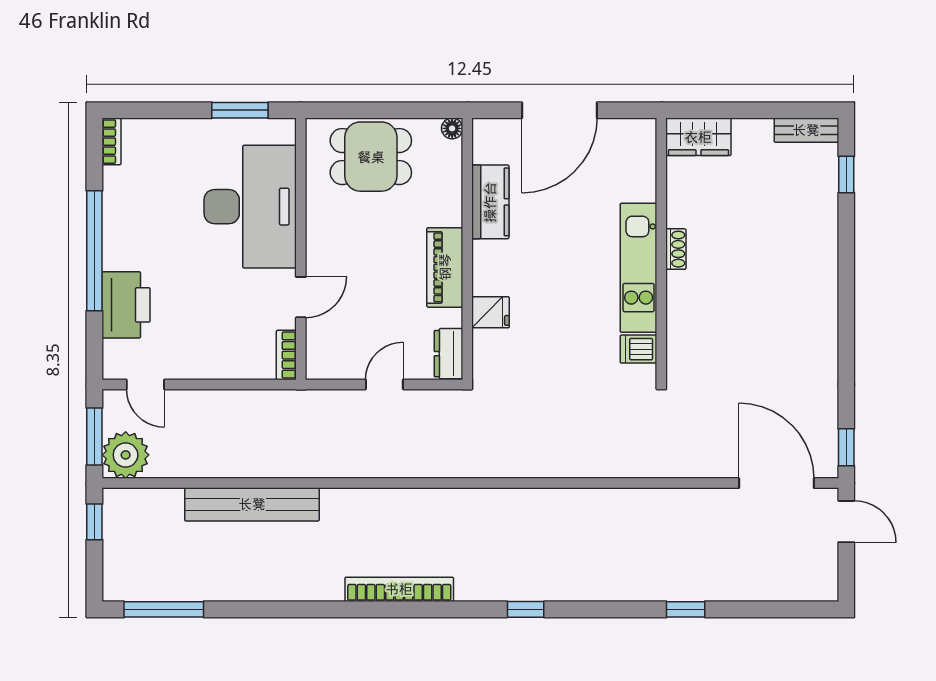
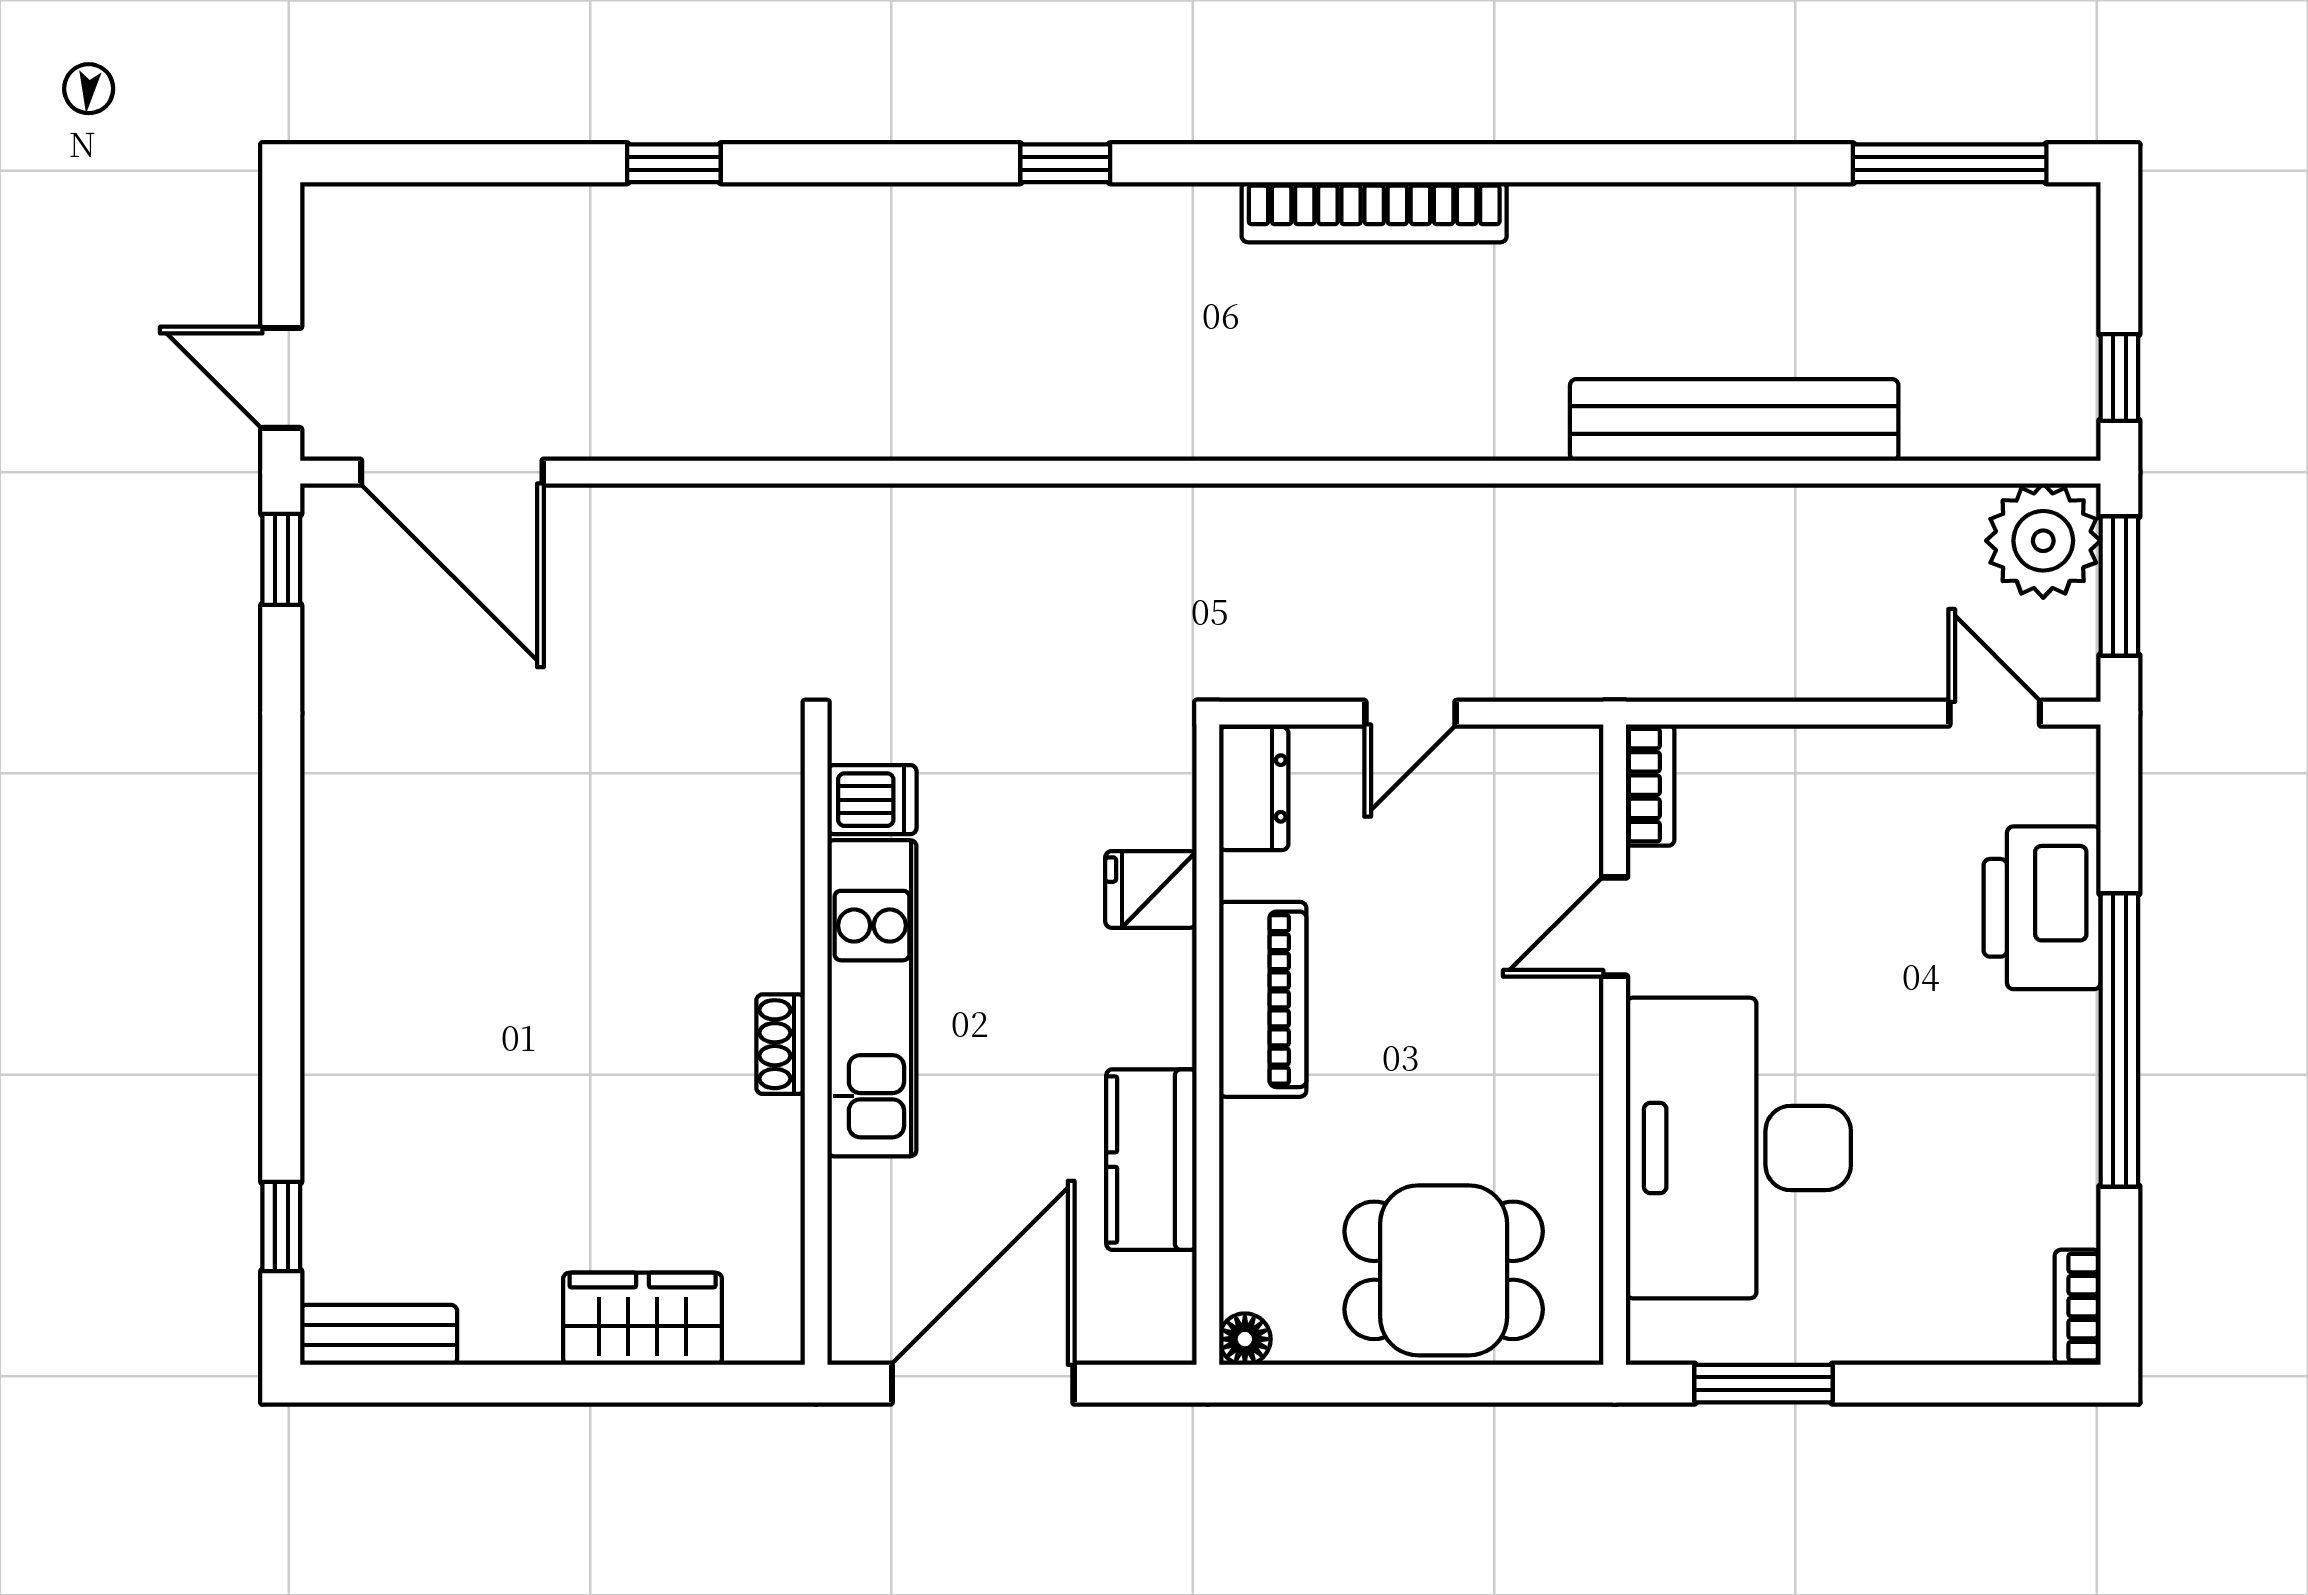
wall: (661, 249) -> (816, 1045), moved
shoe rack: (676, 249) -> (781, 1044), moved
kitchen unit: (639, 268) -> (872, 998), moved
dishwasher: (639, 349) -> (872, 800), moved

